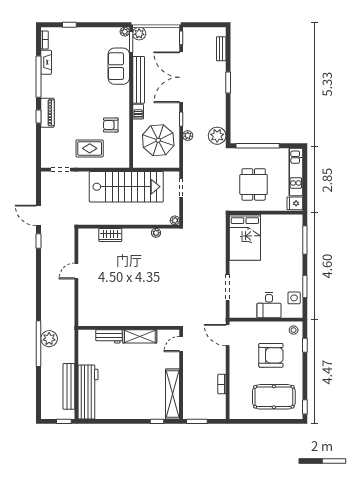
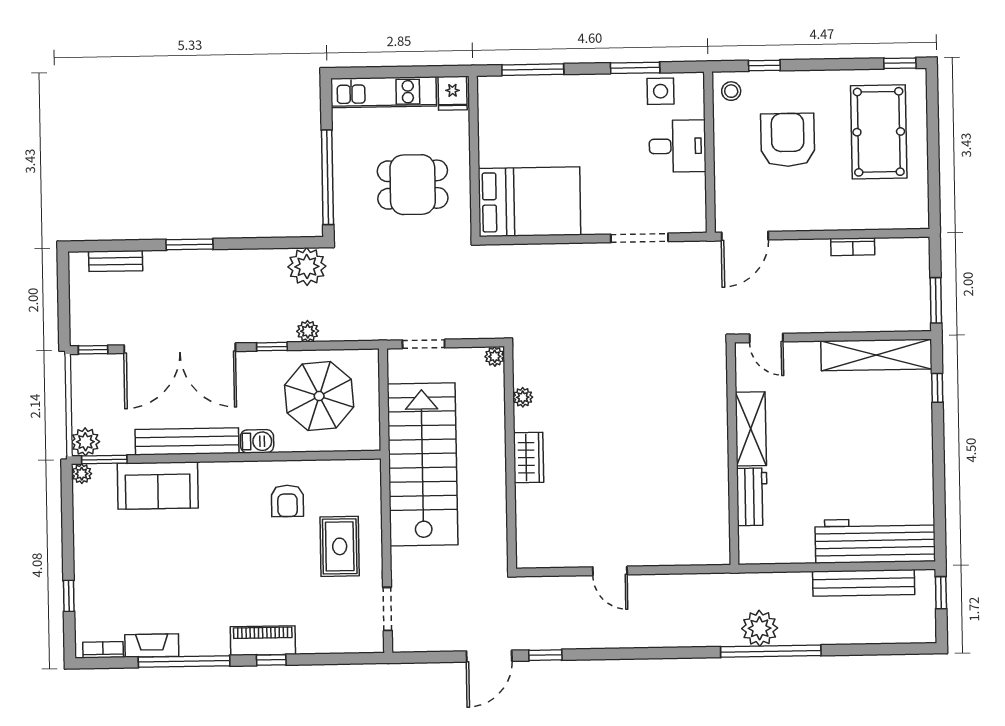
wardrobe: (110, 235) -> (529, 458), moved

